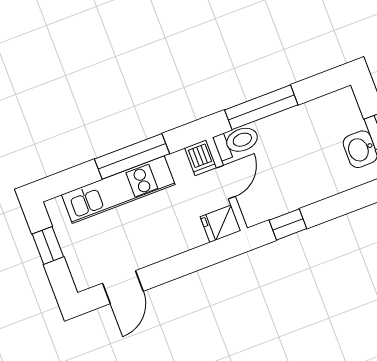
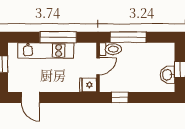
dishwasher: (201, 158) -> (91, 50), removed
door: (123, 287) -> (30, 97), hinge flipped

